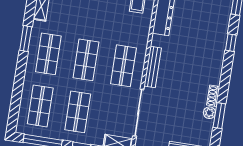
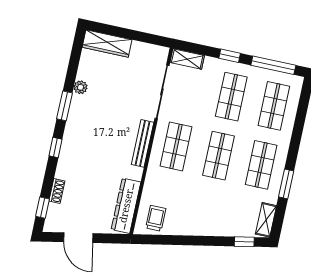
window: (231, 43) -> (56, 148), moved
shoe rack: (213, 96) -> (57, 191), moved
window: (219, 116) -> (65, 106), moved

